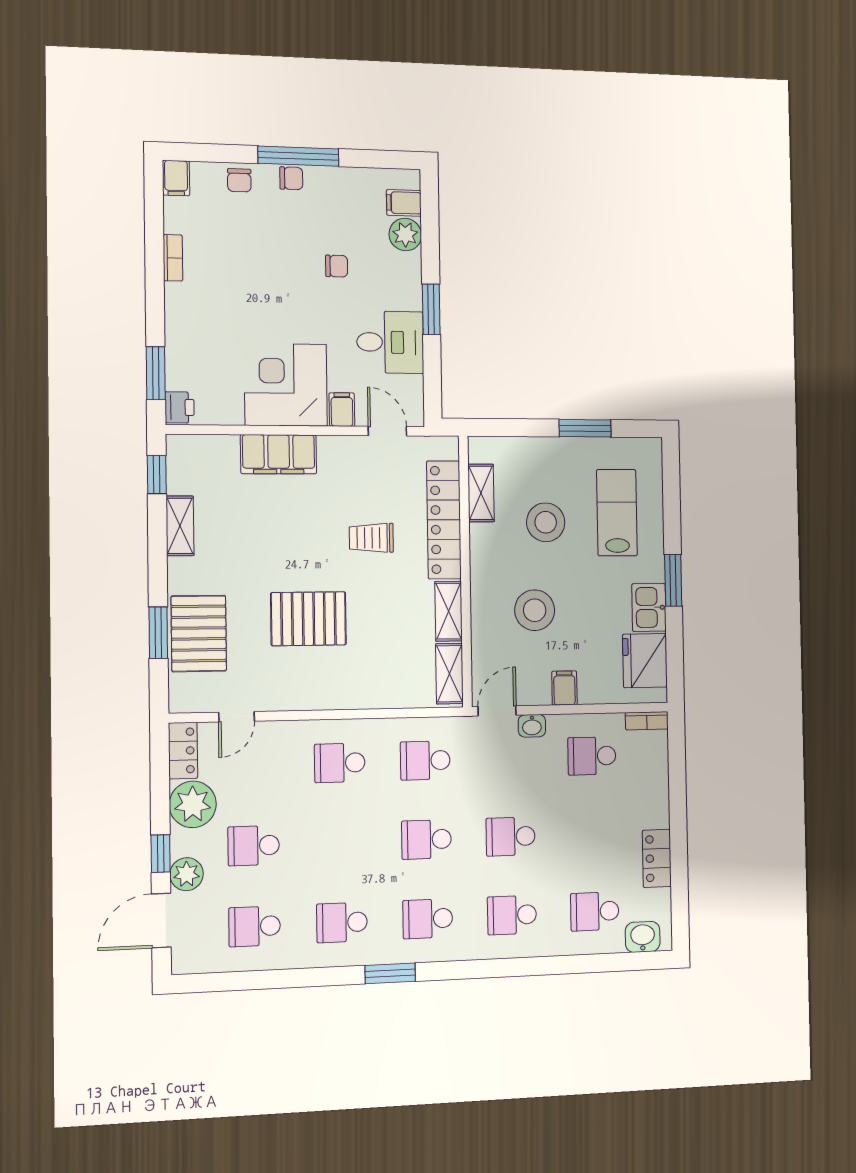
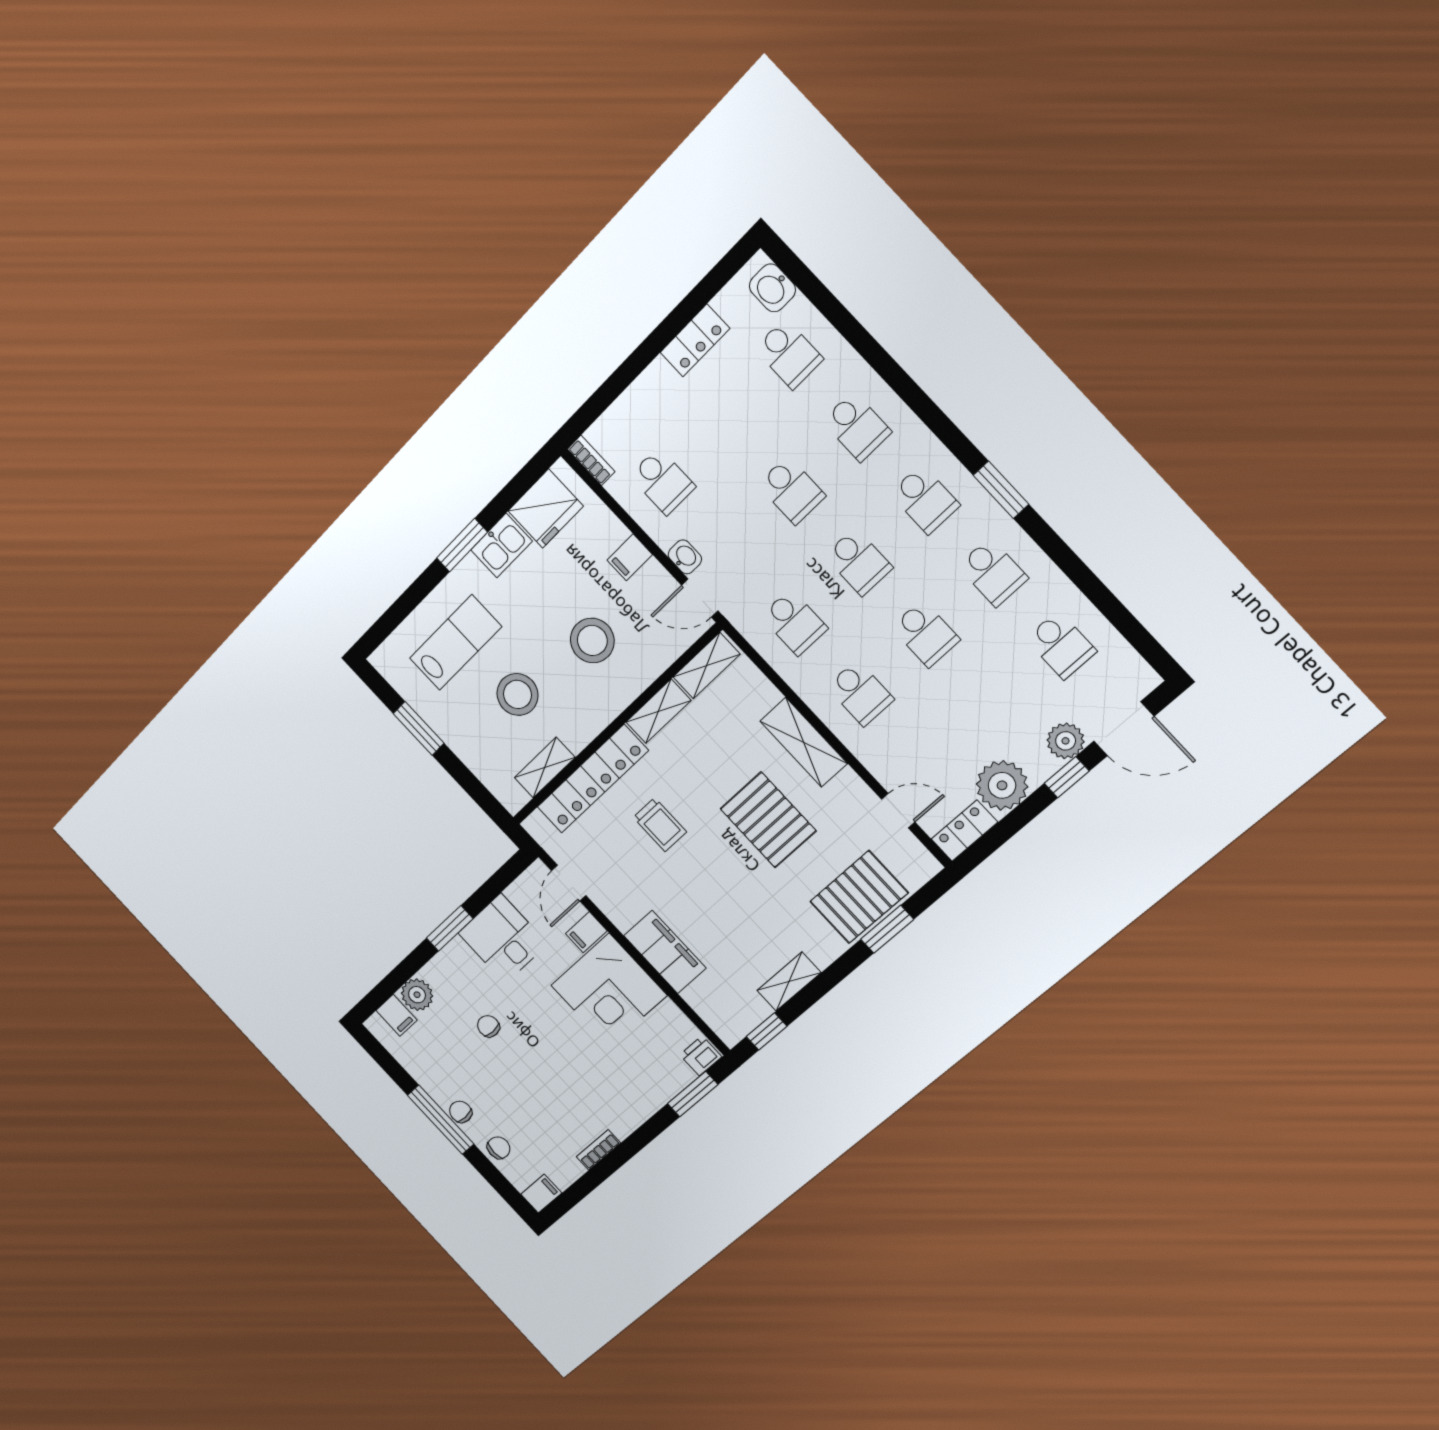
lab bench: (617, 513) -> (456, 642), turned 180
shelving: (340, 693) -> (804, 742), added
school desk: (254, 846) -> (925, 634), moved

